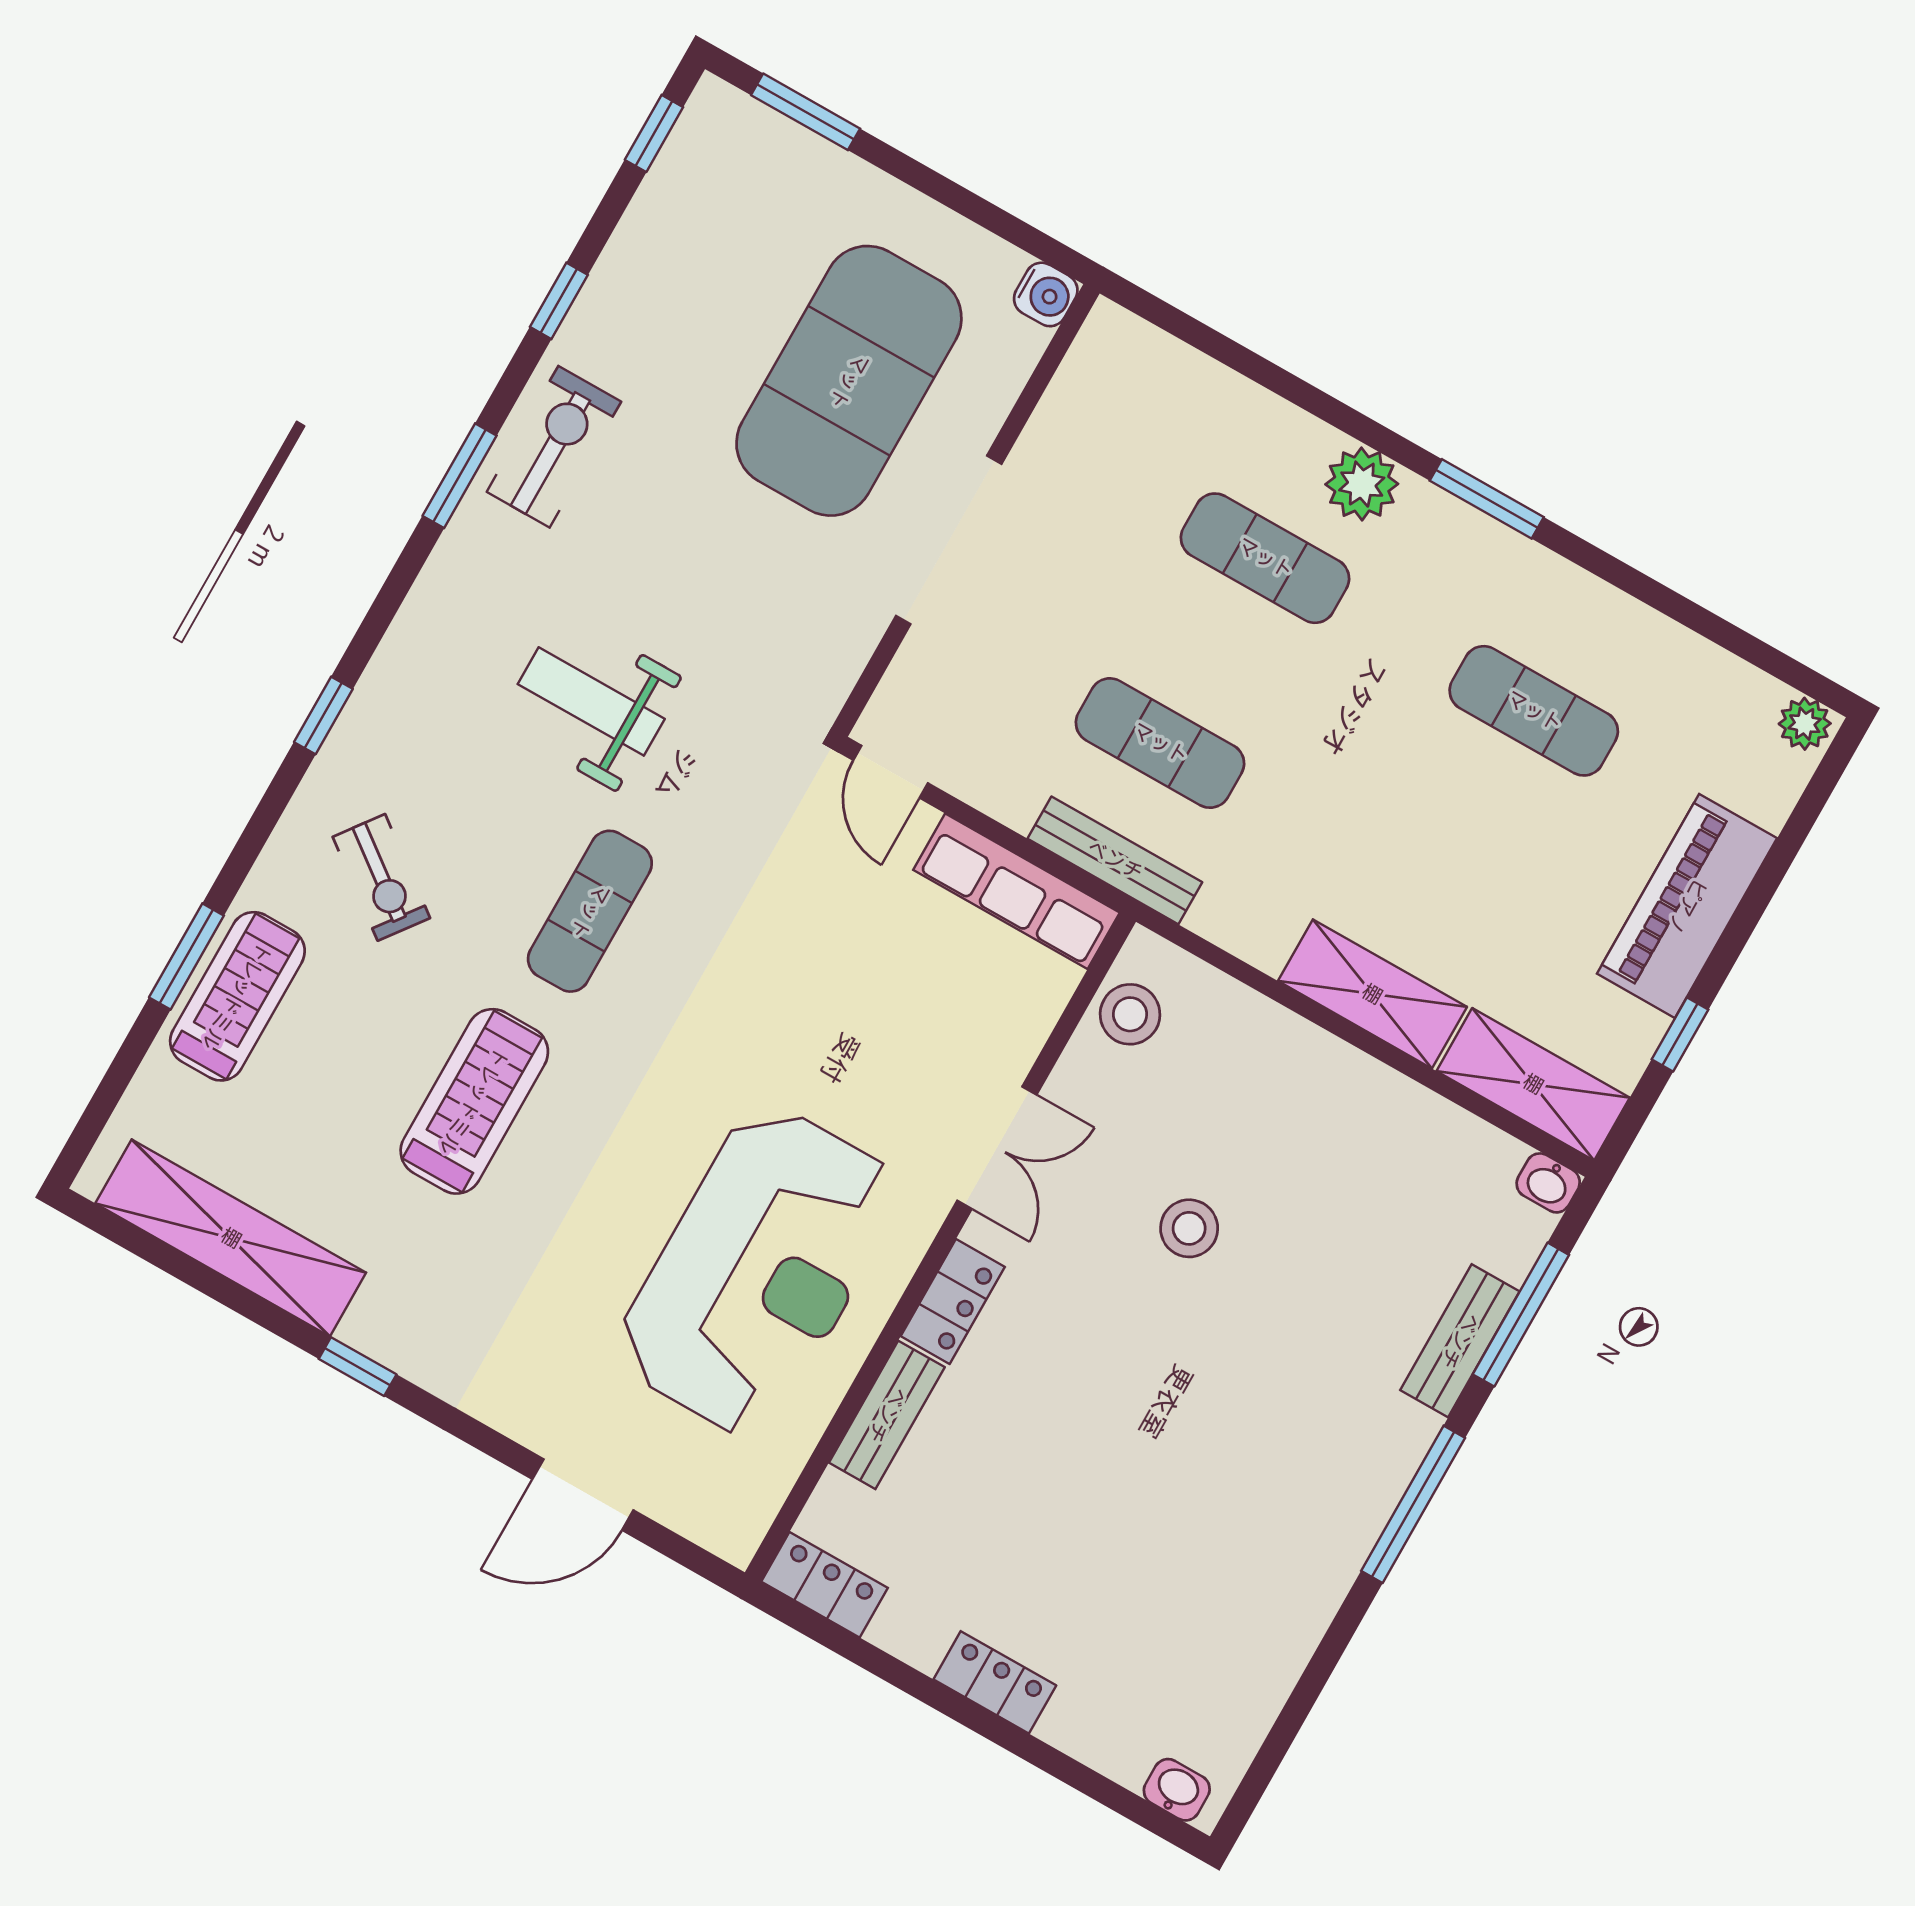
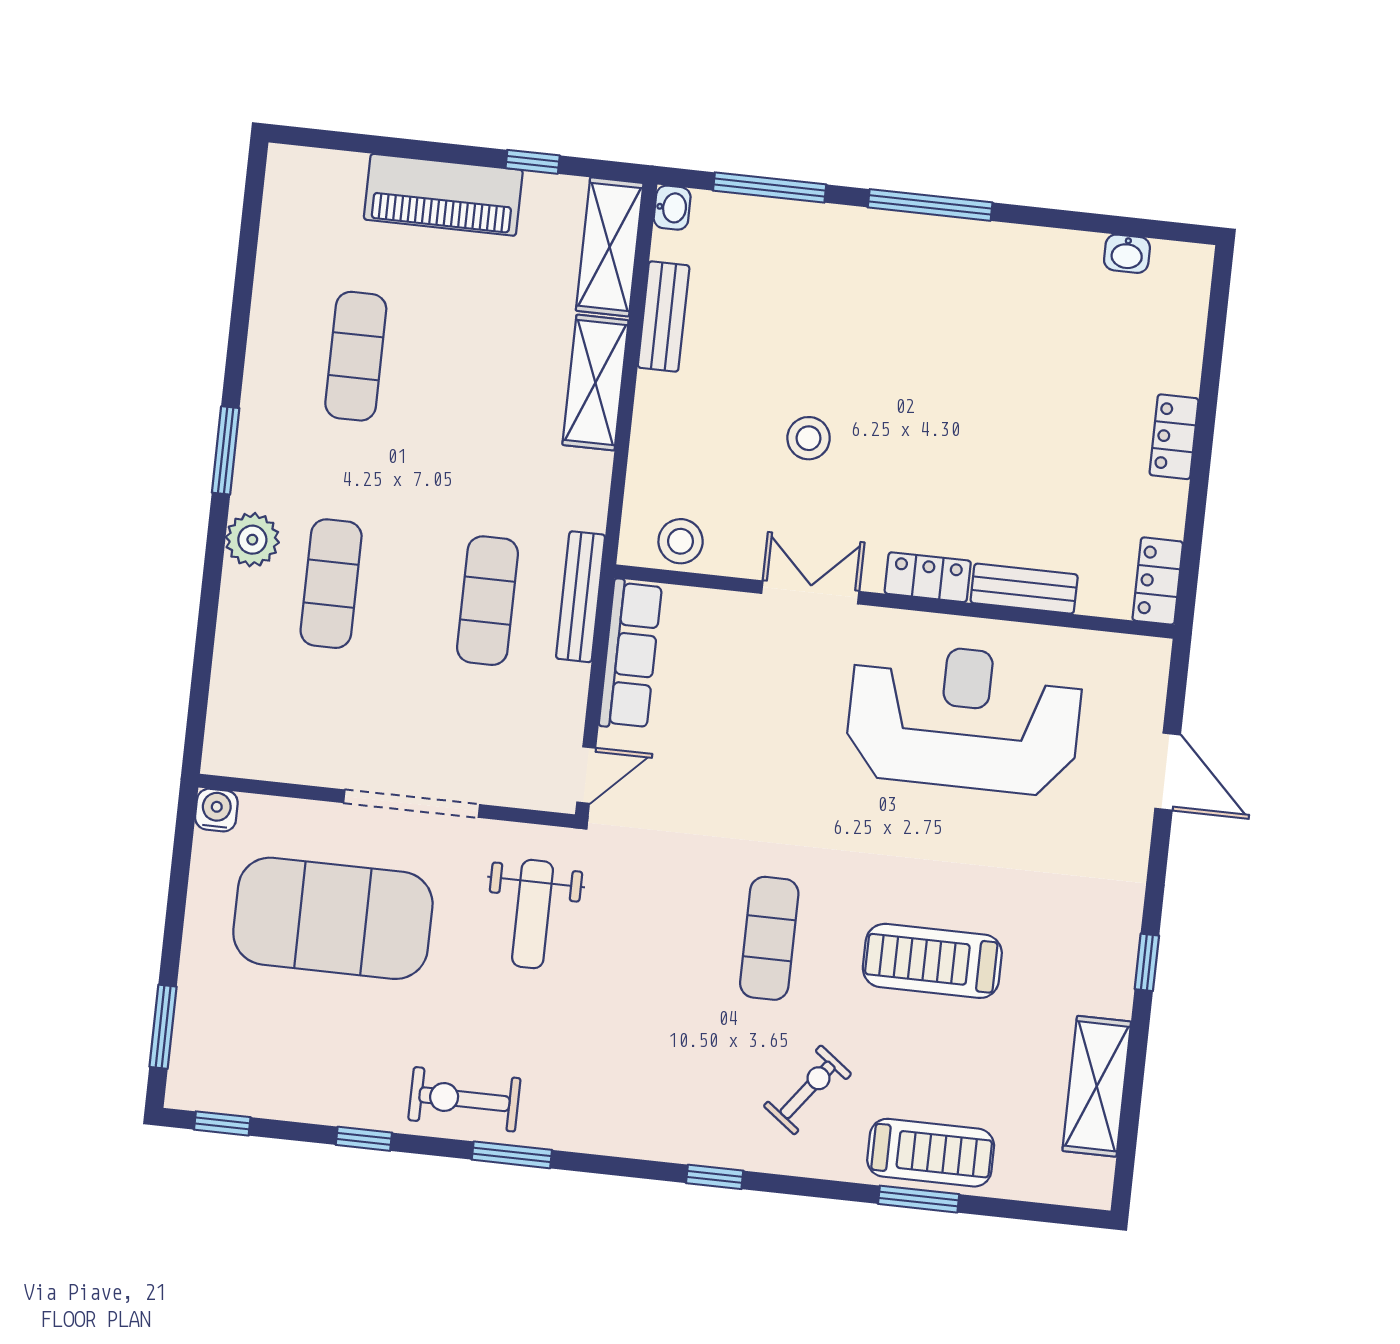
weight bench: (591, 701) -> (533, 914), moved
plant: (1805, 724) -> (285, 168), removed
exercise mat: (590, 911) -> (769, 938), turned 90
treadmill: (237, 996) -> (931, 1153), turned 180
shelving: (231, 1238) -> (1097, 1086), width x0.68
bench: (1460, 1341) -> (664, 316), moved, turned 90
washbasin: (1177, 1790) -> (1127, 254), moved, turned -90

